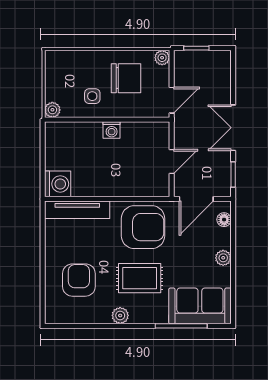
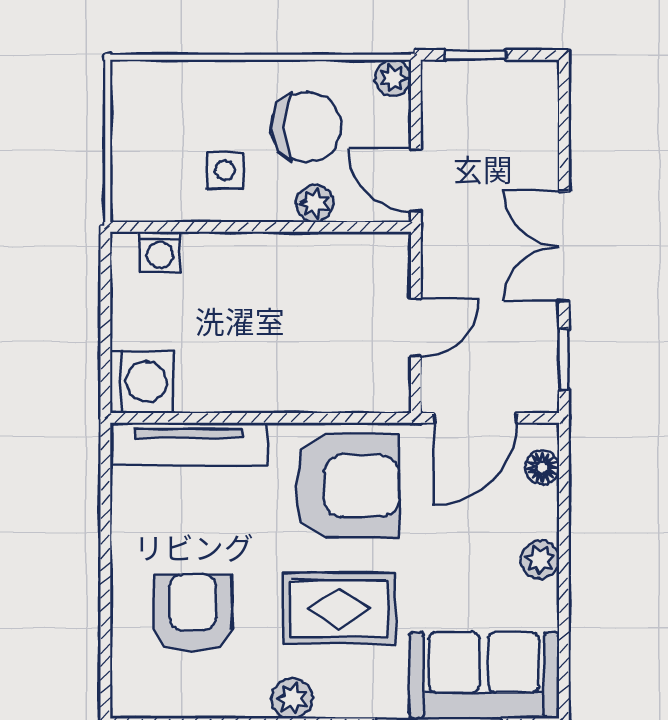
door: (172, 100) -> (416, 180), swing flipped
plant: (52, 110) -> (315, 203), moved
washing machine: (112, 130) -> (160, 252), moved

